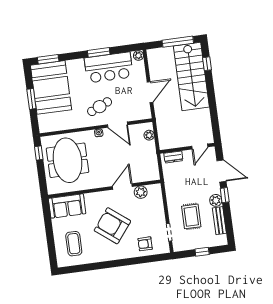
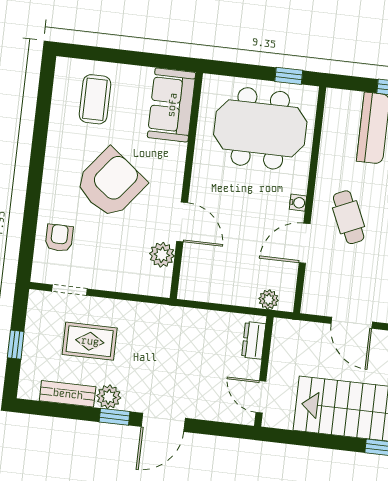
door: (200, 147) -> (261, 397), moved
wall: (187, 148) -> (264, 372), moved
dresser: (173, 157) -> (254, 340), moved
coffee table: (74, 244) -> (95, 99), turned 90

